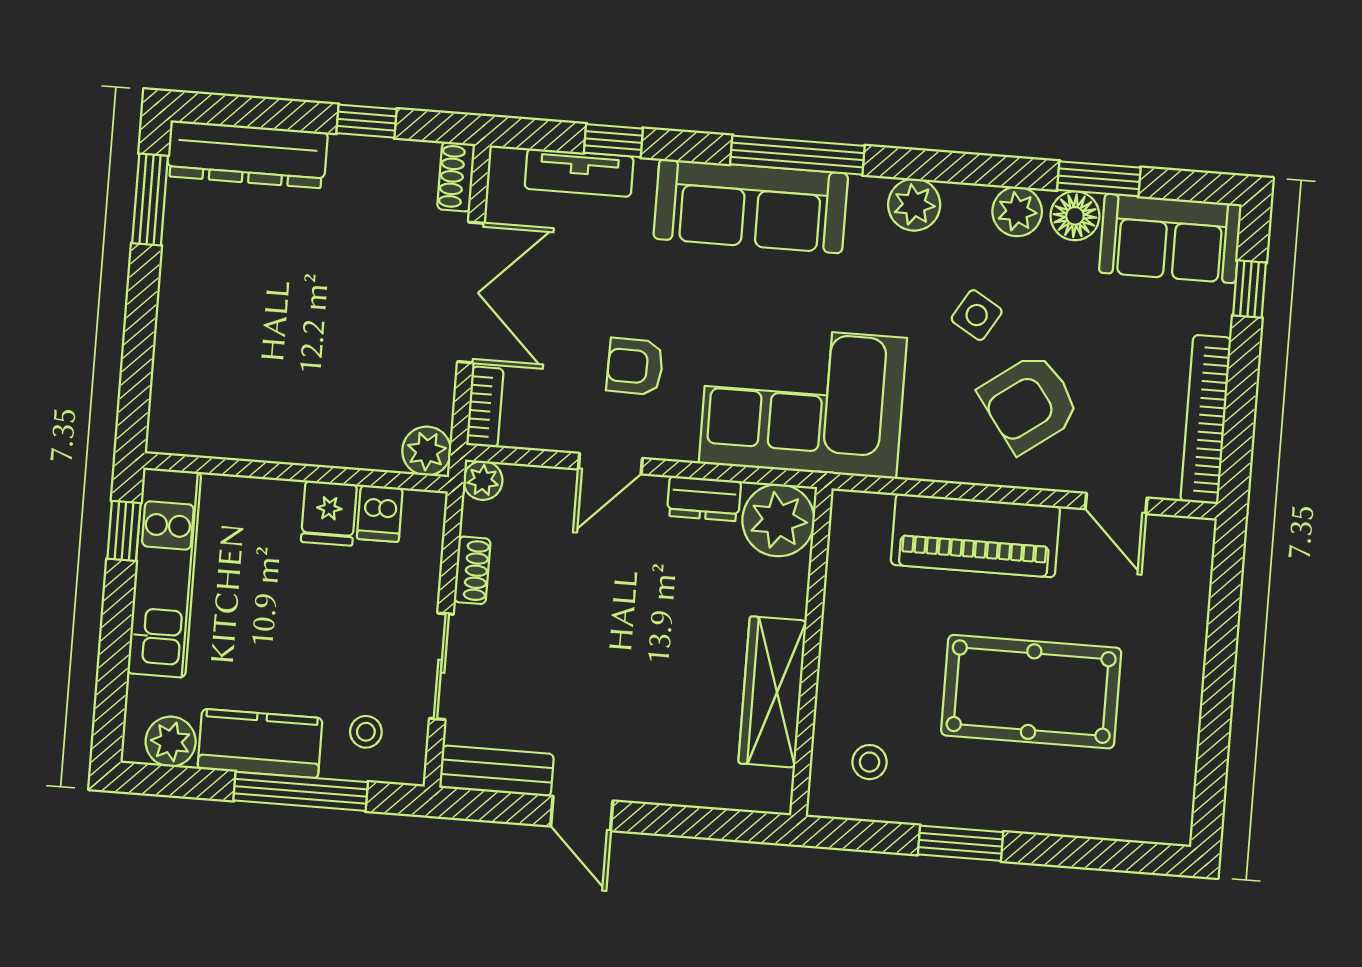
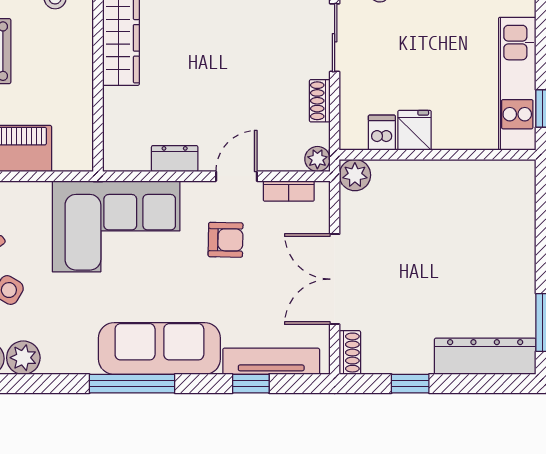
tv unit: (579, 173) -> (271, 361), width x1.41
plant: (914, 205) -> (23, 358), moved
bookcase: (485, 407) -> (289, 191), moved, turned -90
plant: (778, 520) -> (126, 148), removed

